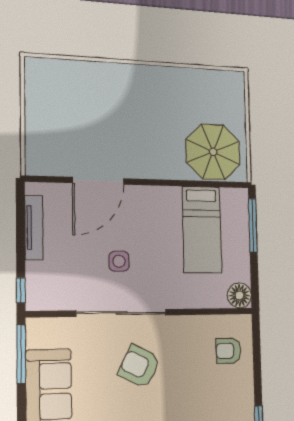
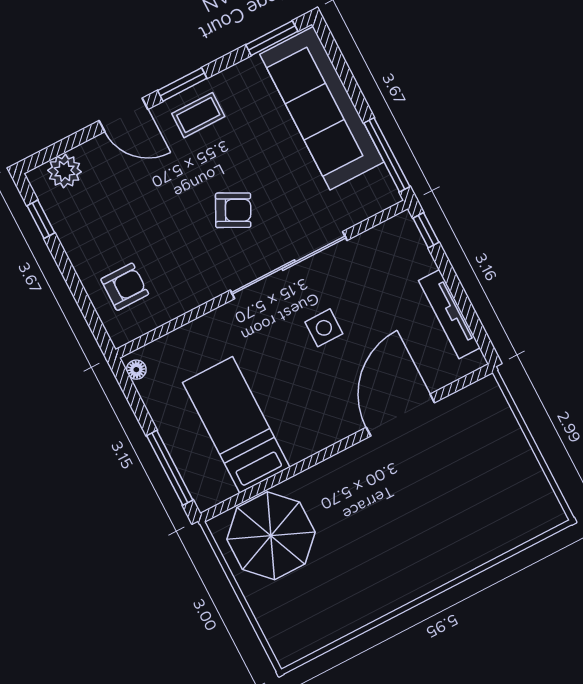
floor lamp: (239, 295) -> (136, 370), width x0.53, depth x0.53
armchair: (139, 366) -> (233, 210), width x0.72, depth x0.72

